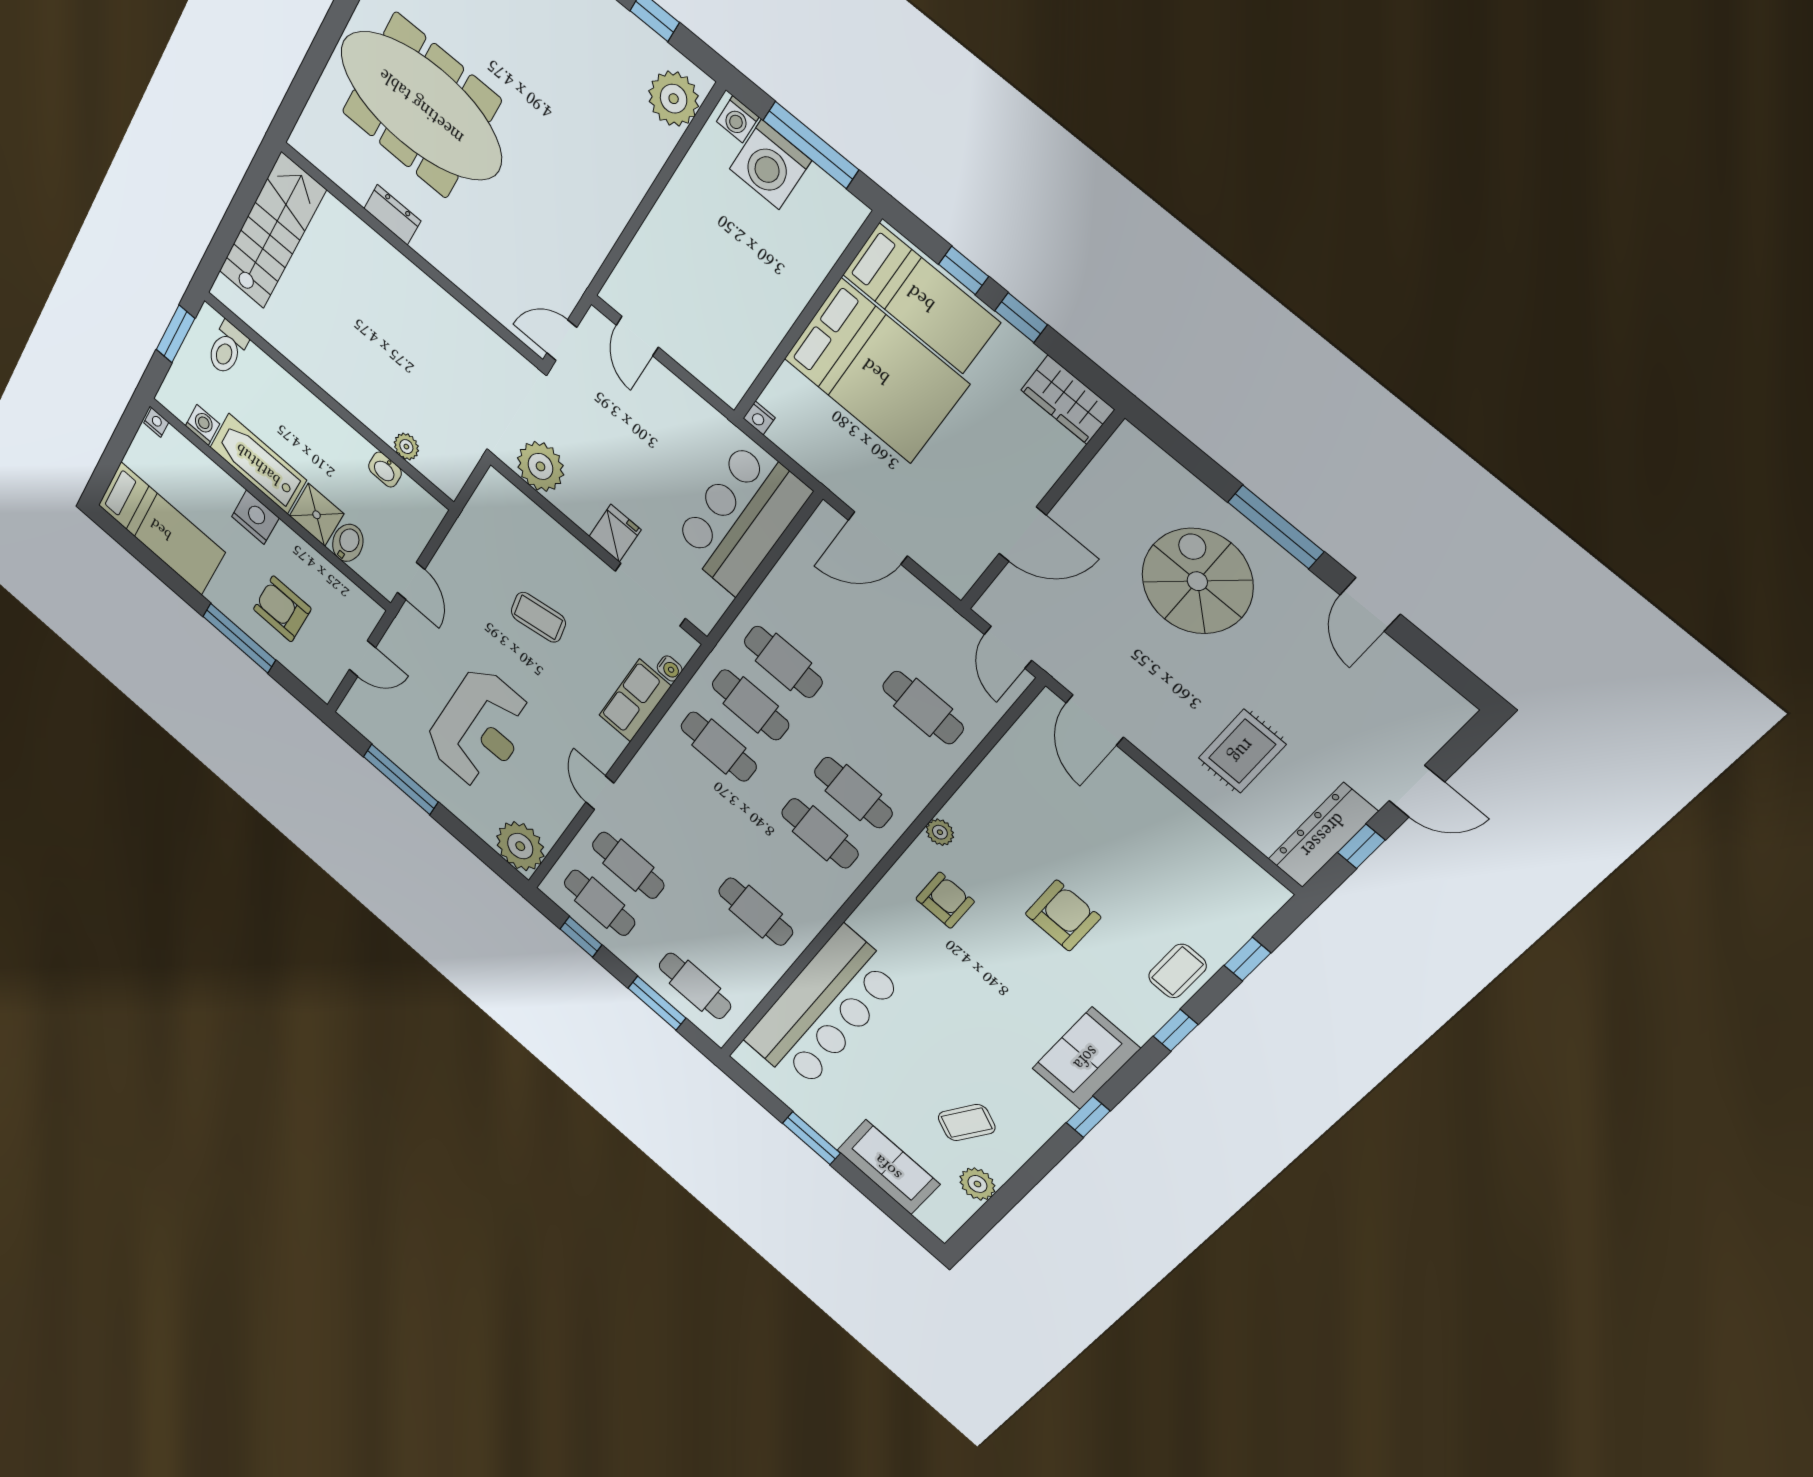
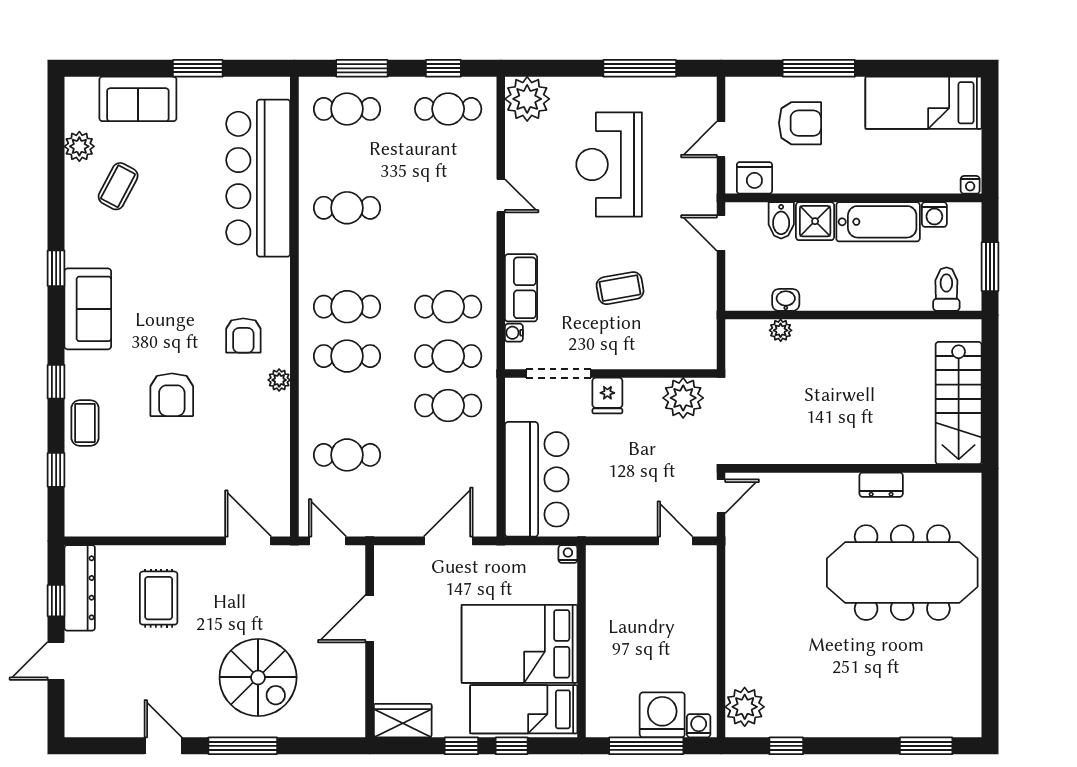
nightstand: (255, 517) -> (754, 178), moved
cafe table: (628, 865) -> (448, 158), removed

